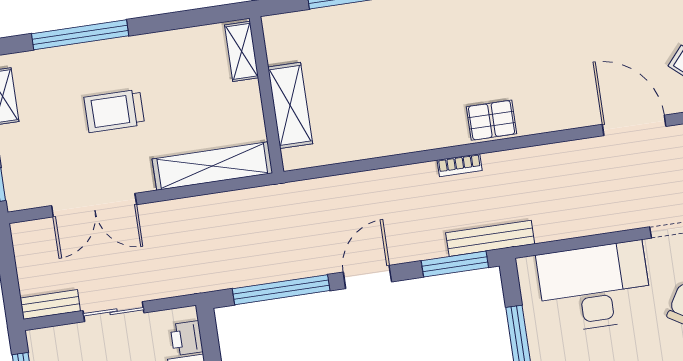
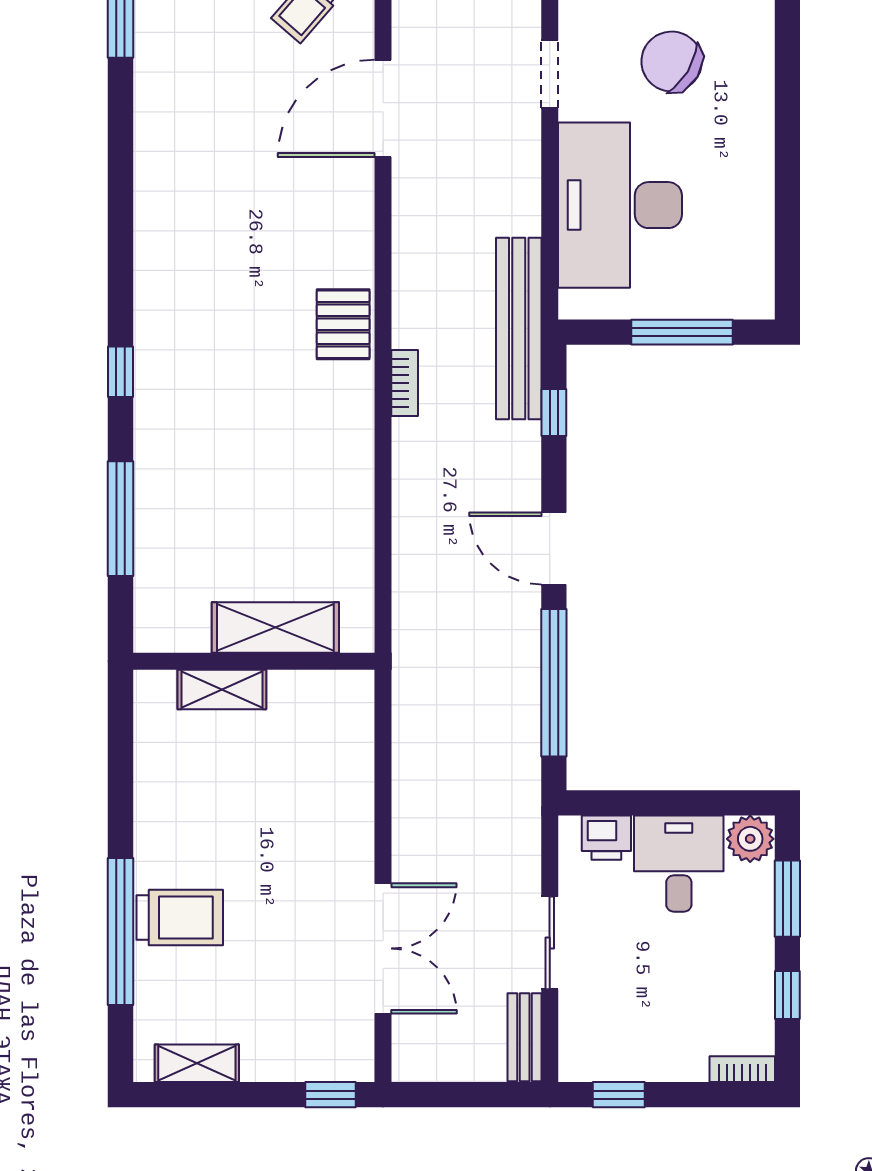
shelving: (241, 51) -> (222, 690), moved
trolley: (114, 111) -> (180, 918), moved, turned -90
shelving: (212, 166) -> (350, 760), removed
bench: (490, 238) -> (519, 328), width x1.37, depth x1.21
window: (455, 264) -> (554, 412), width x0.46

